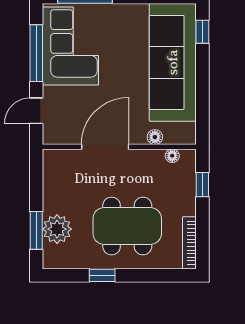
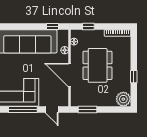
window: (202, 32) -> (53, 27), moved
dining table: (127, 226) -> (98, 65), moved
plant: (57, 229) -> (123, 99), moved
window: (36, 230) -> (87, 109), moved

